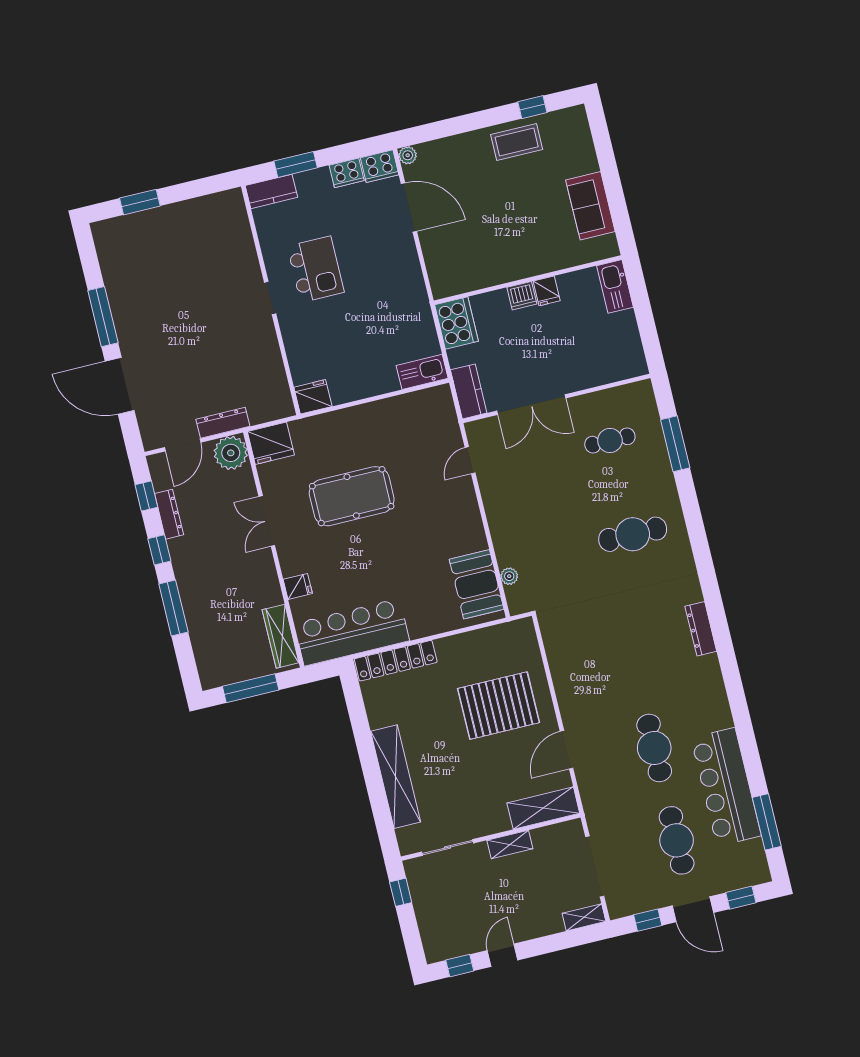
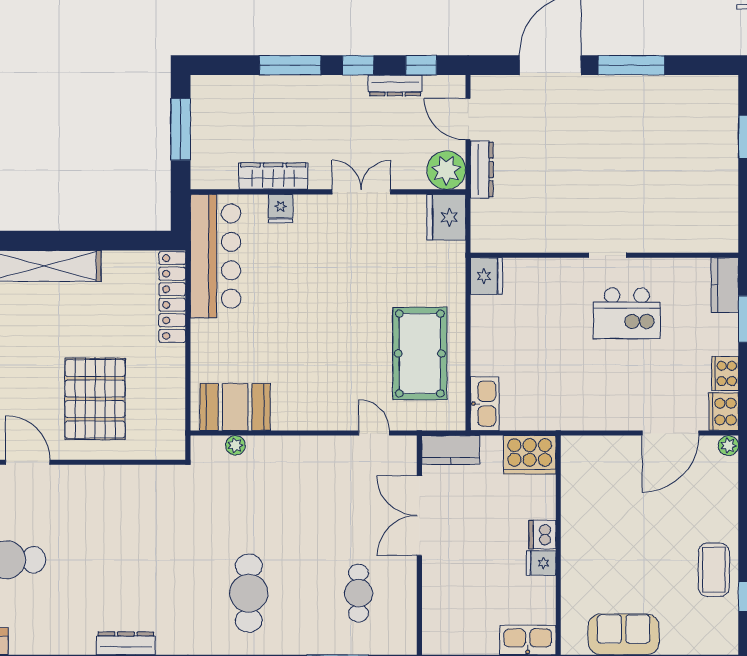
pool table: (352, 496) -> (420, 354), moved
wardrobe: (281, 636) -> (273, 176), moved

